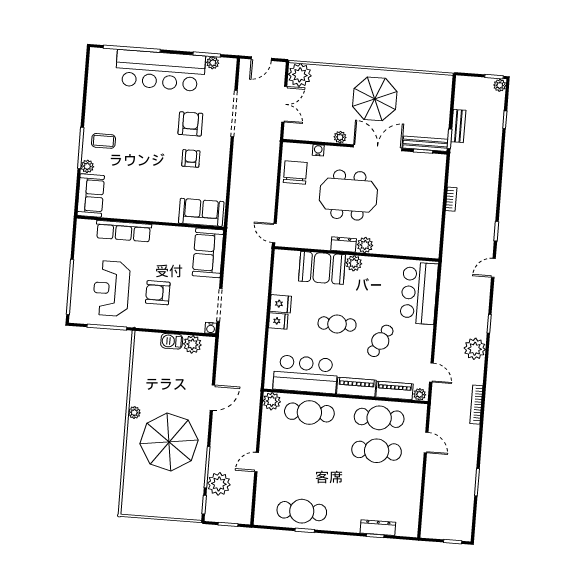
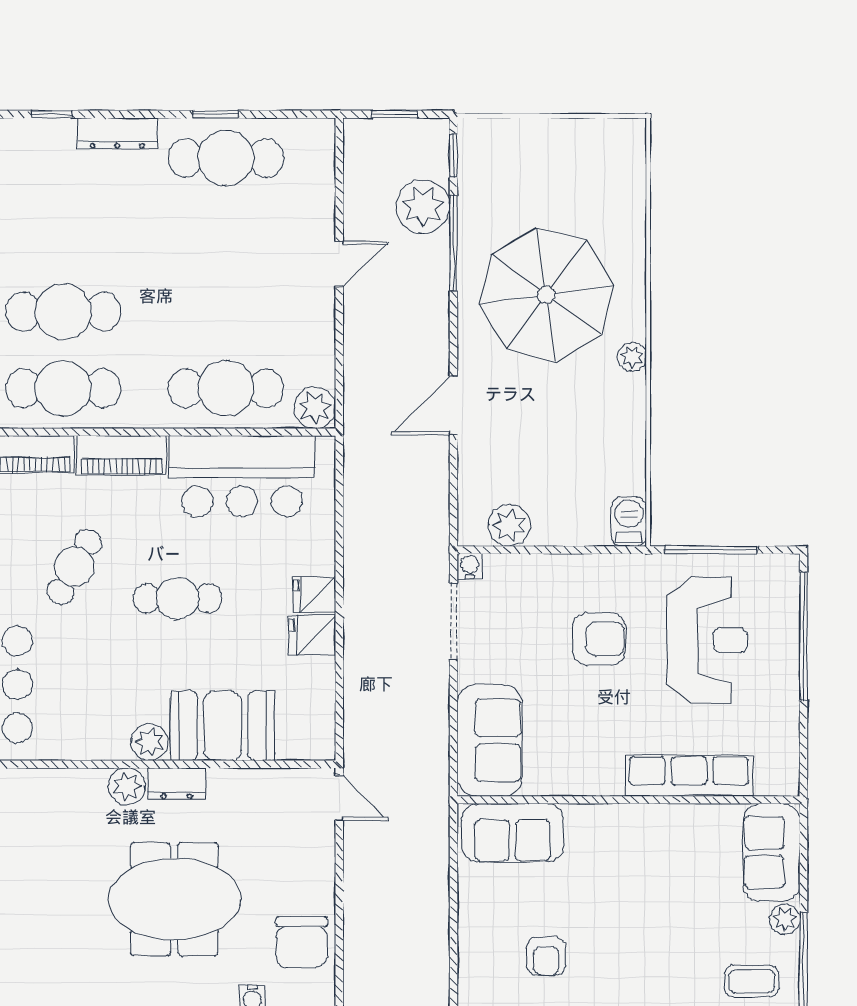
barbecue: (172, 341) -> (629, 522), moved, turned -90
dresser: (378, 528) -> (117, 134), moved

